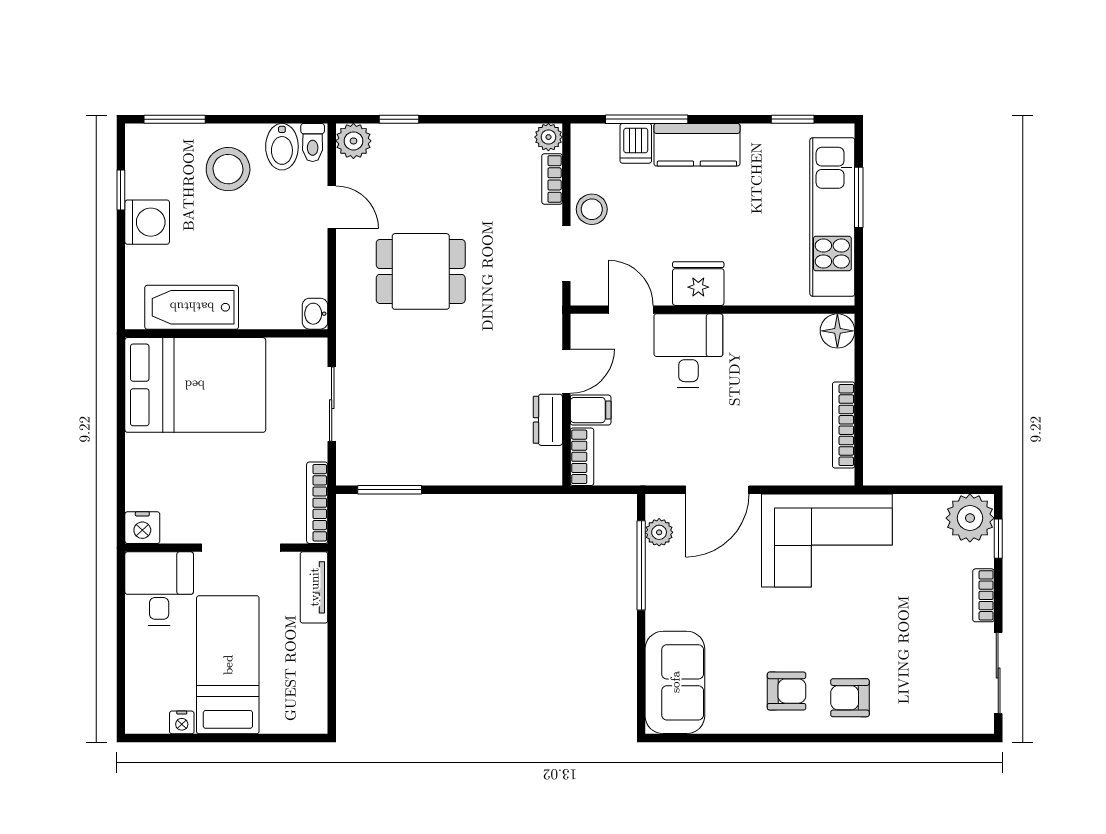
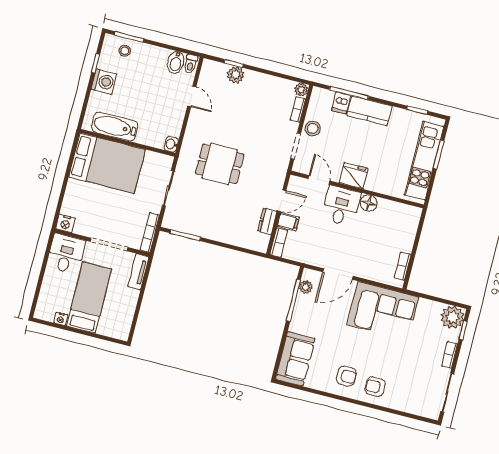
plant: (353, 141) -> (236, 75), moved
stool: (228, 169) -> (125, 51), moved, width x0.53, depth x0.53
dining table: (421, 271) -> (220, 164), moved
floor lamp: (837, 331) -> (369, 203), moved
bookcase: (844, 425) -> (403, 266), width x0.64

